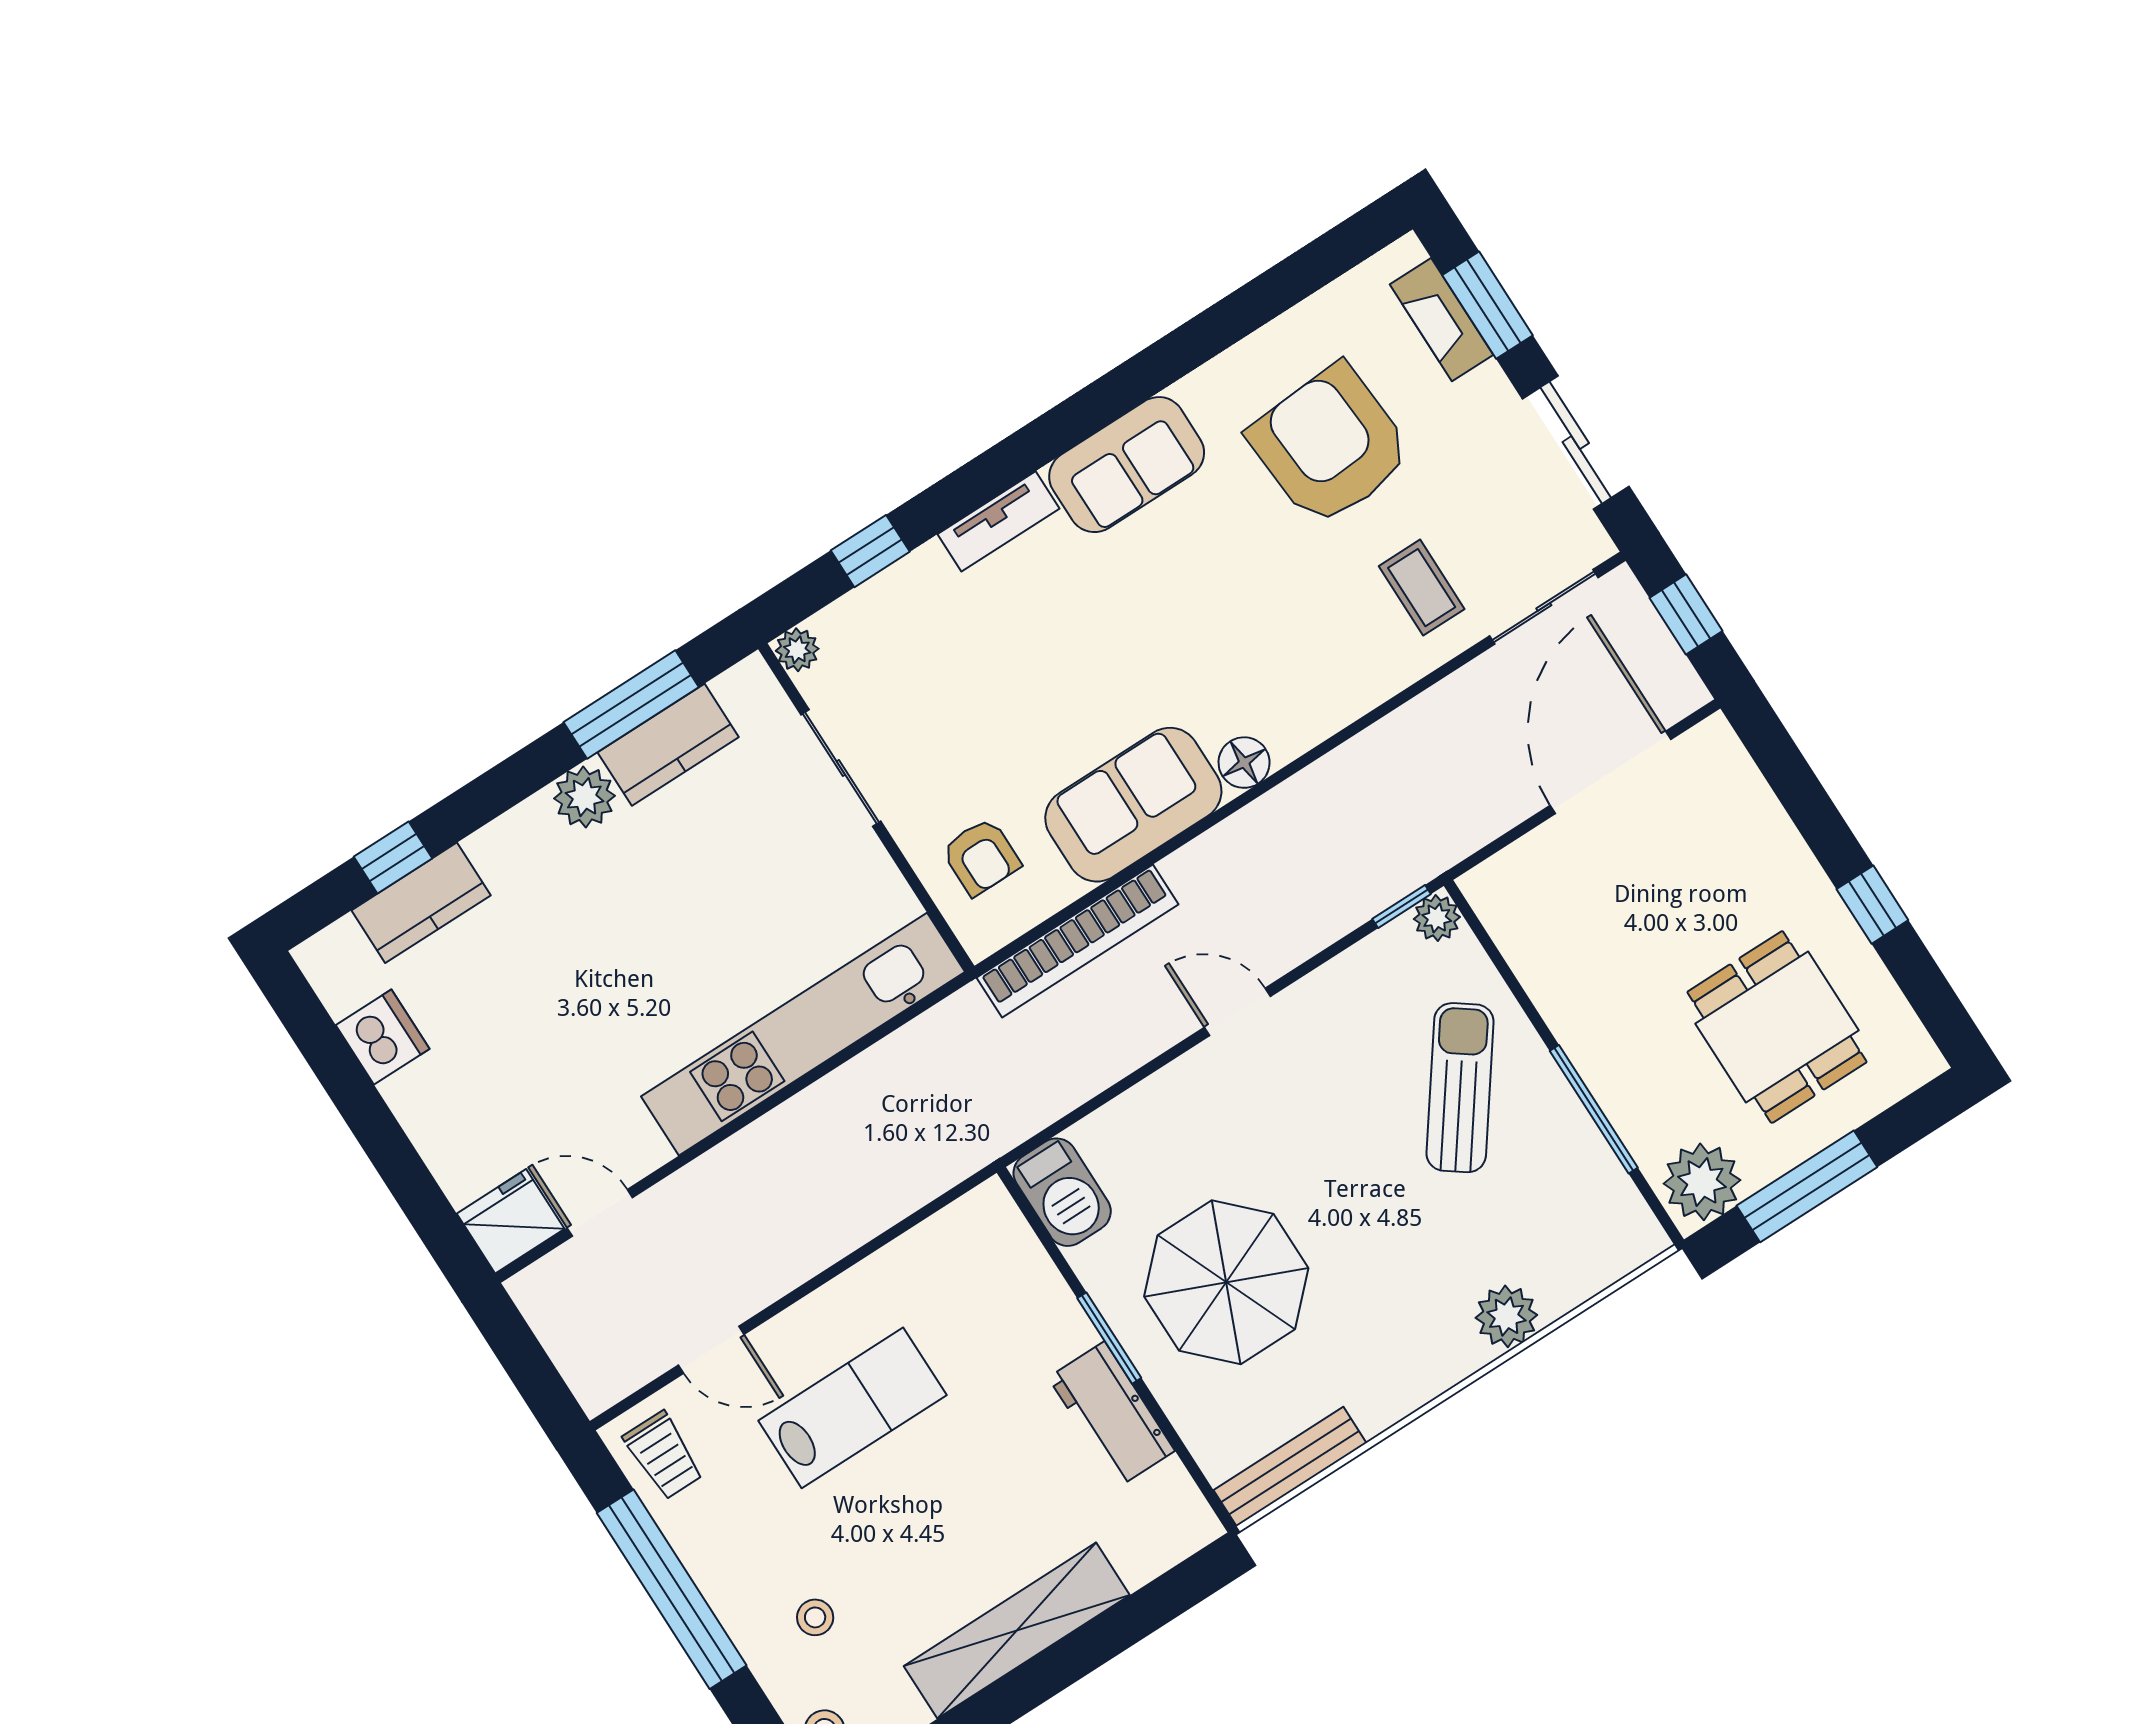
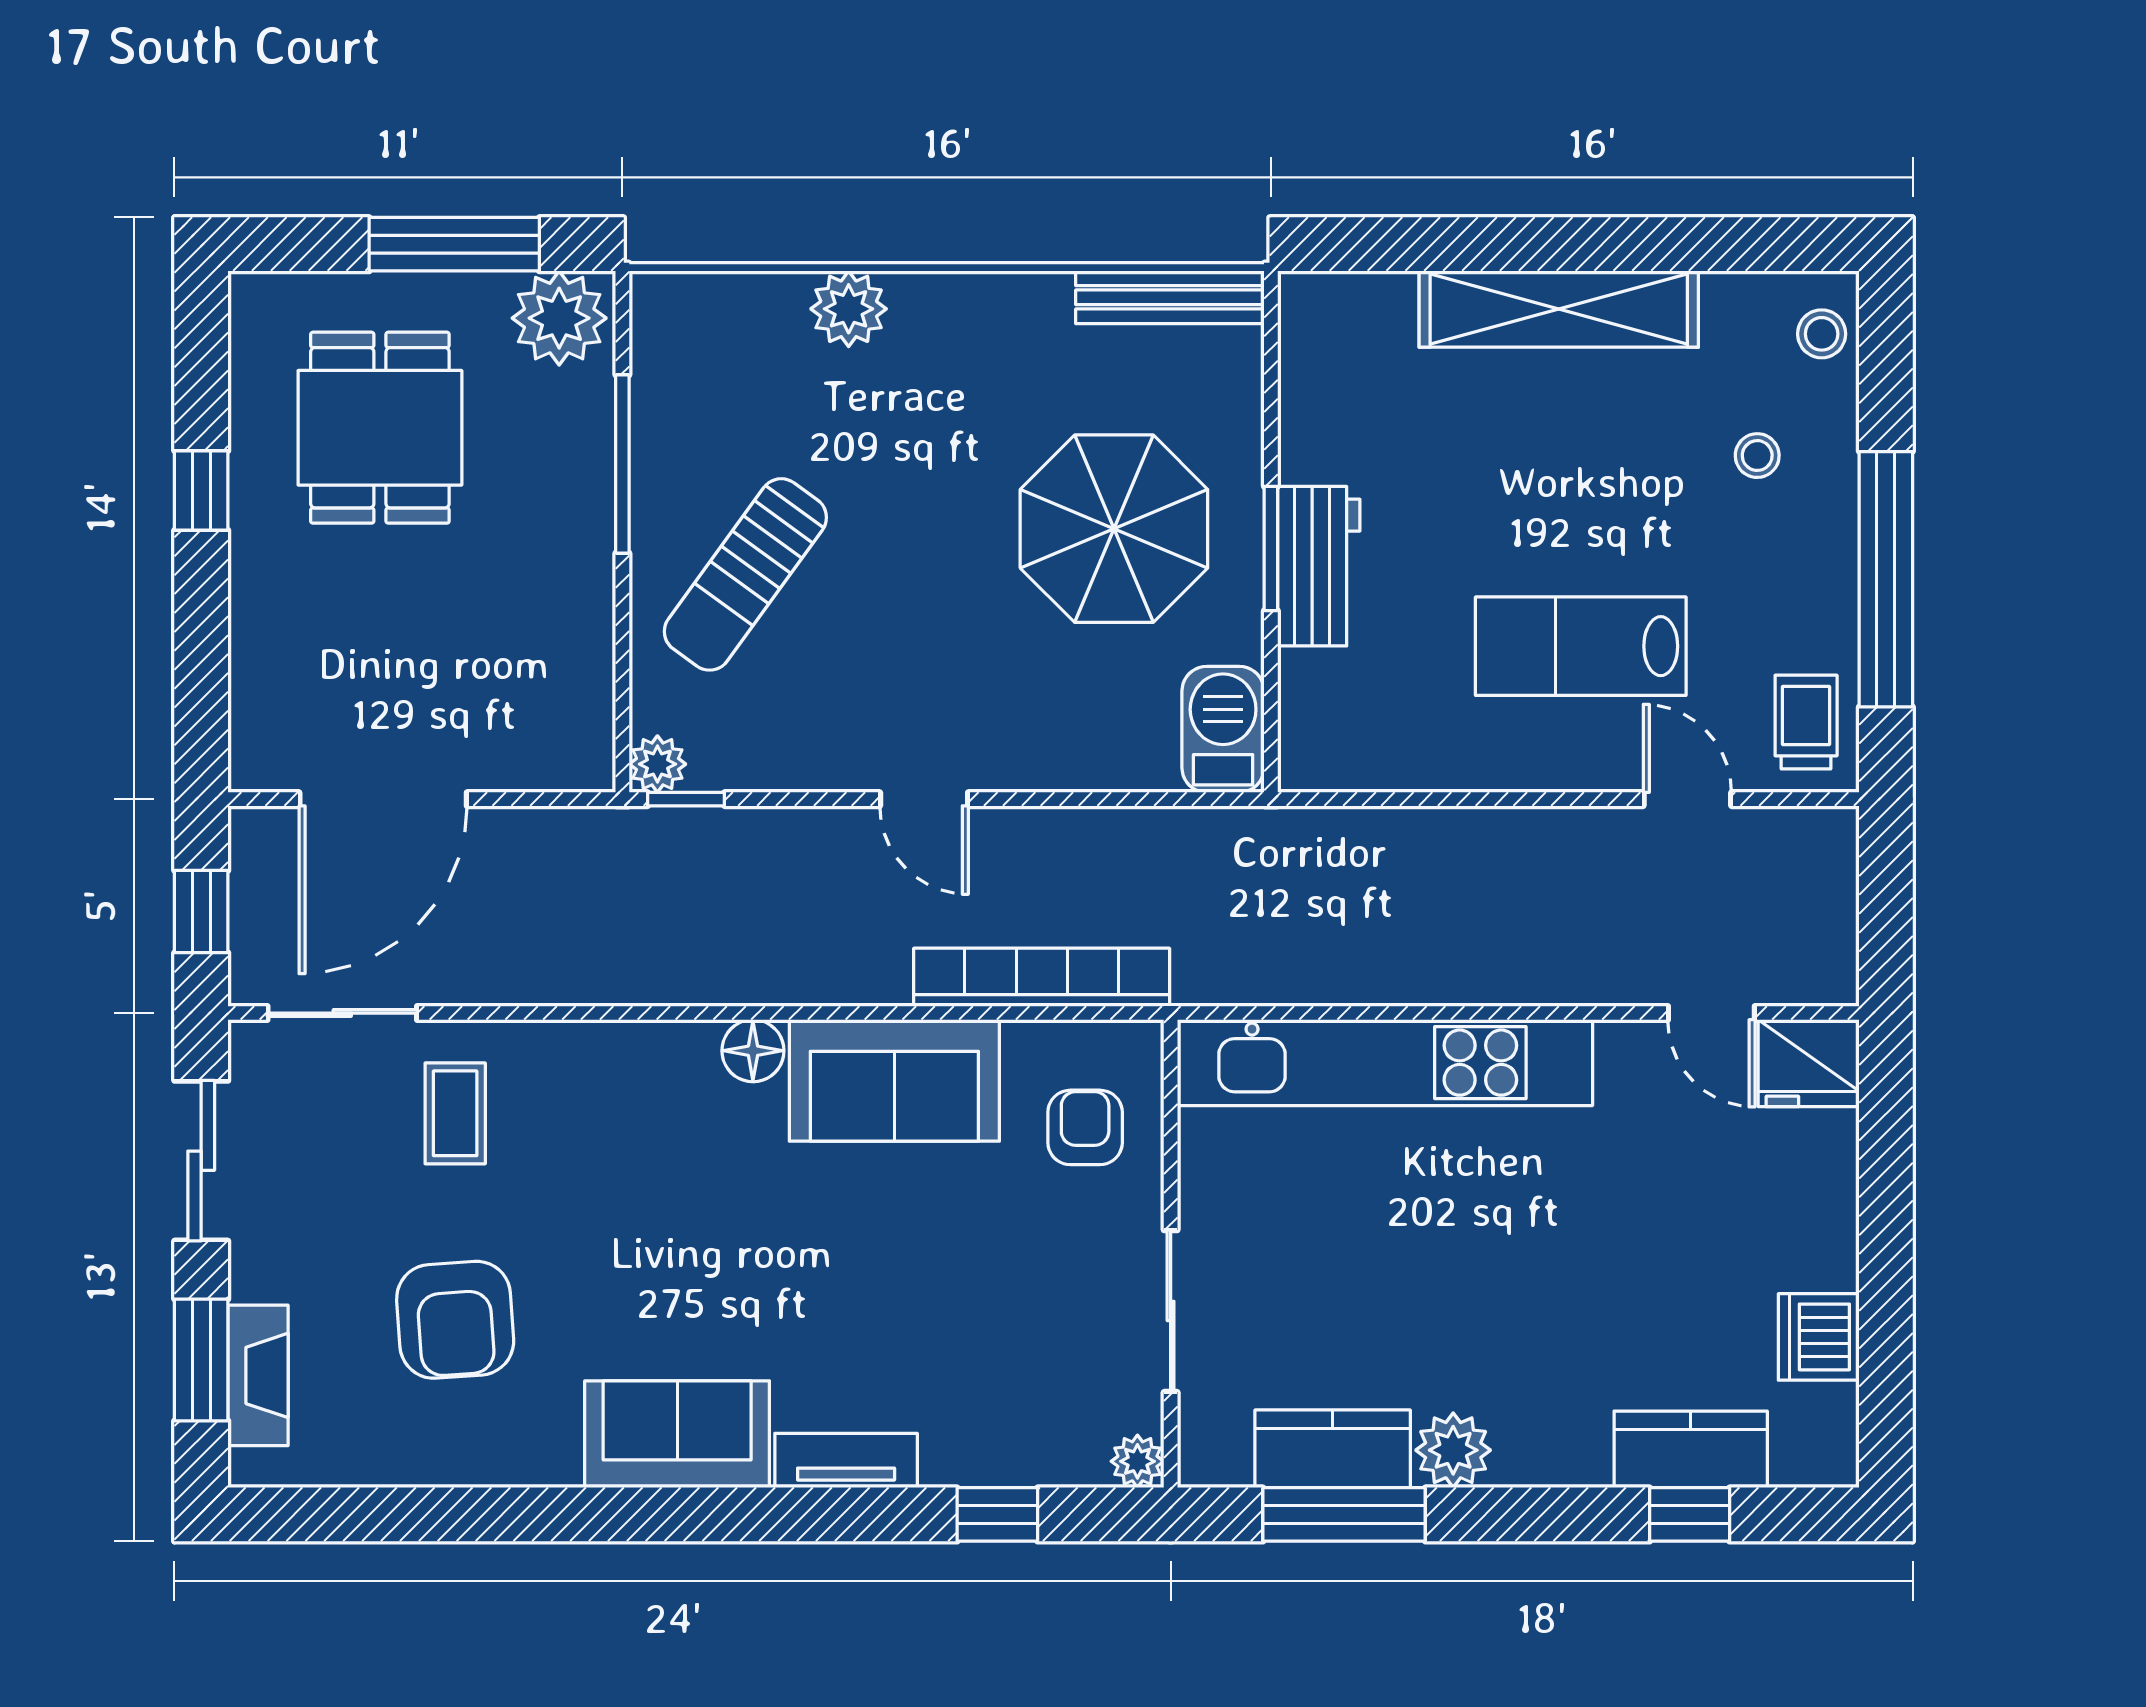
armchair: (1330, 445) -> (455, 1320), width x0.73, depth x0.73
workbench: (1112, 1414) -> (1319, 566), moved

